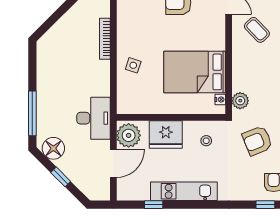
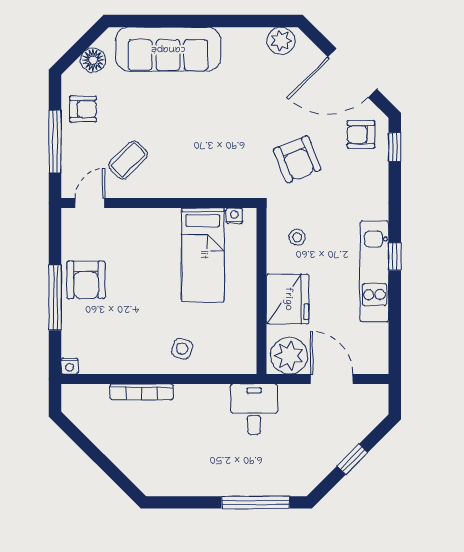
bed: (195, 72) -> (203, 255), width x0.67
plant: (240, 101) -> (236, 185), removed
desk: (94, 118) -> (254, 409), width x0.73
floor lamp: (53, 148) -> (309, 470), removed
window: (154, 205) -> (395, 256), moved

